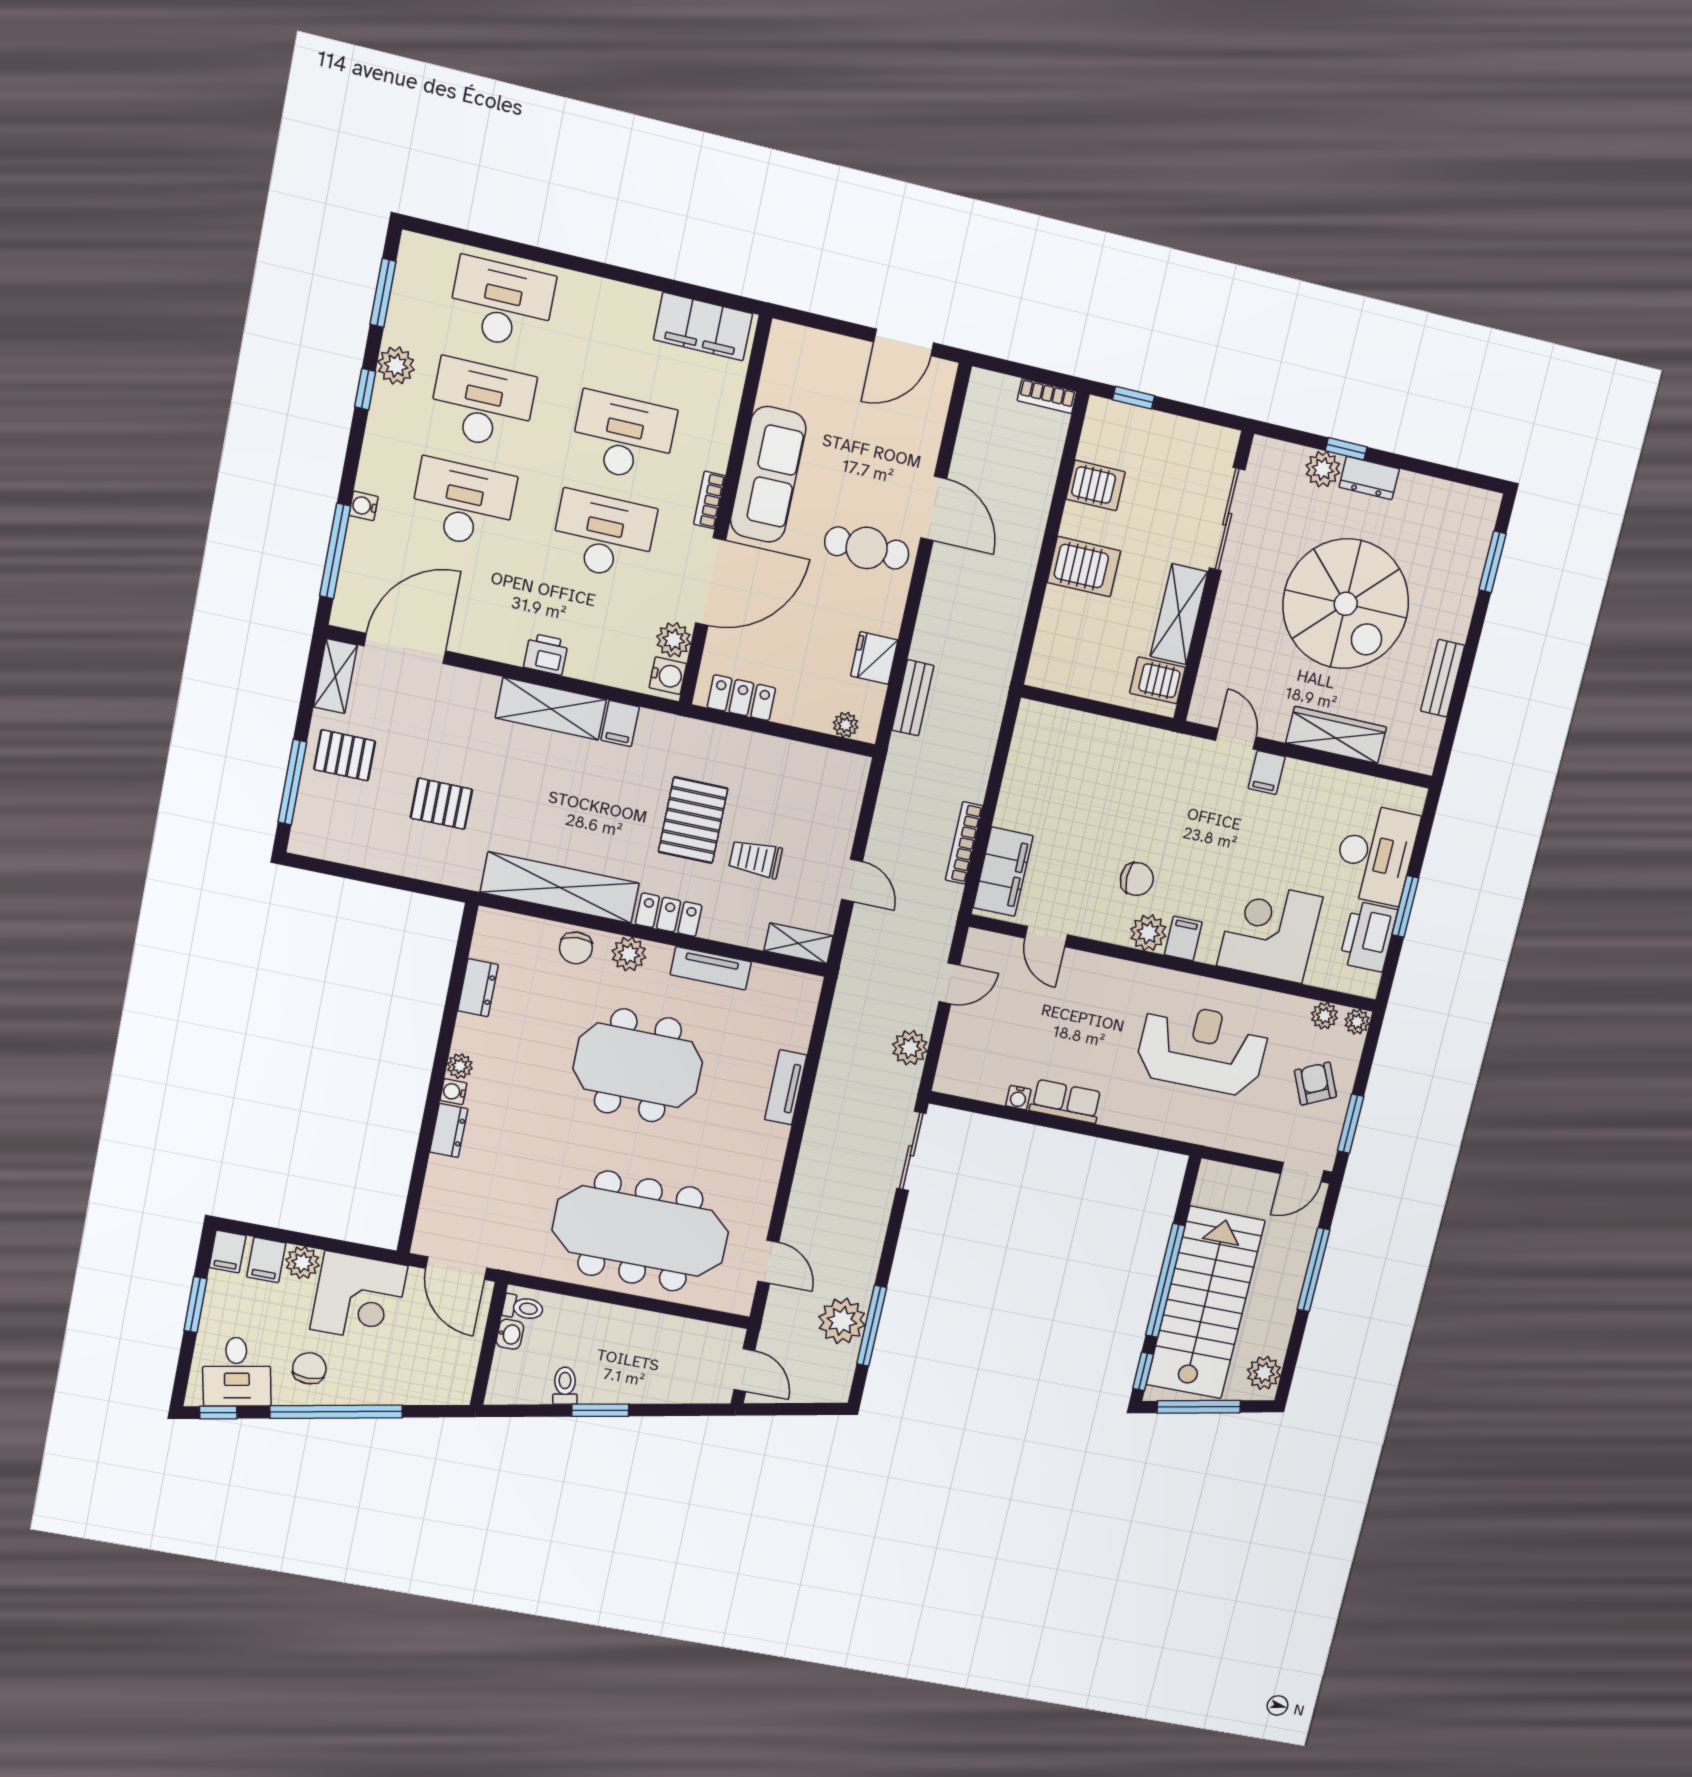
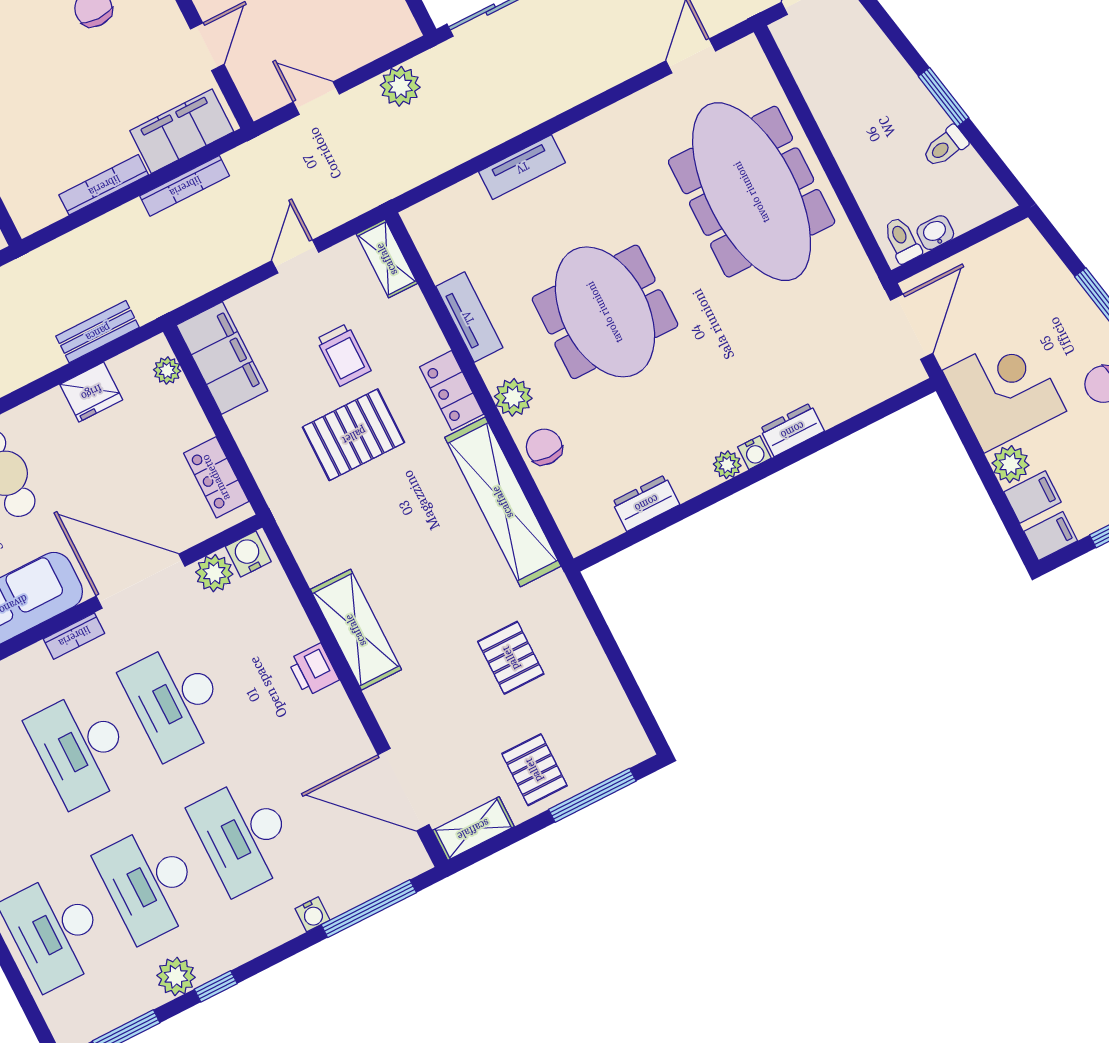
filing cabinet: (620, 723) -> (222, 358), moved, width x3.00, depth x1.17
bookcase: (1011, 787) -> (104, 185), added
chair: (576, 948) -> (544, 447), turned -86

